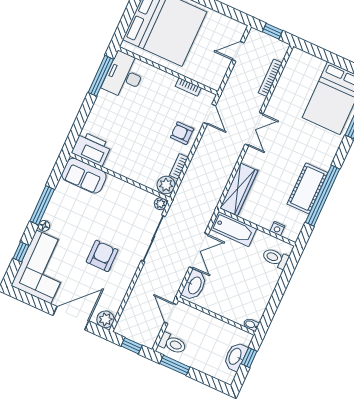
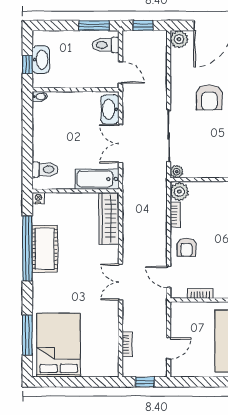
bookcase: (270, 78) -> (127, 344), width x0.64
armchair: (182, 133) -> (187, 247), turned 90
nightstand: (277, 229) -> (38, 198), moved

